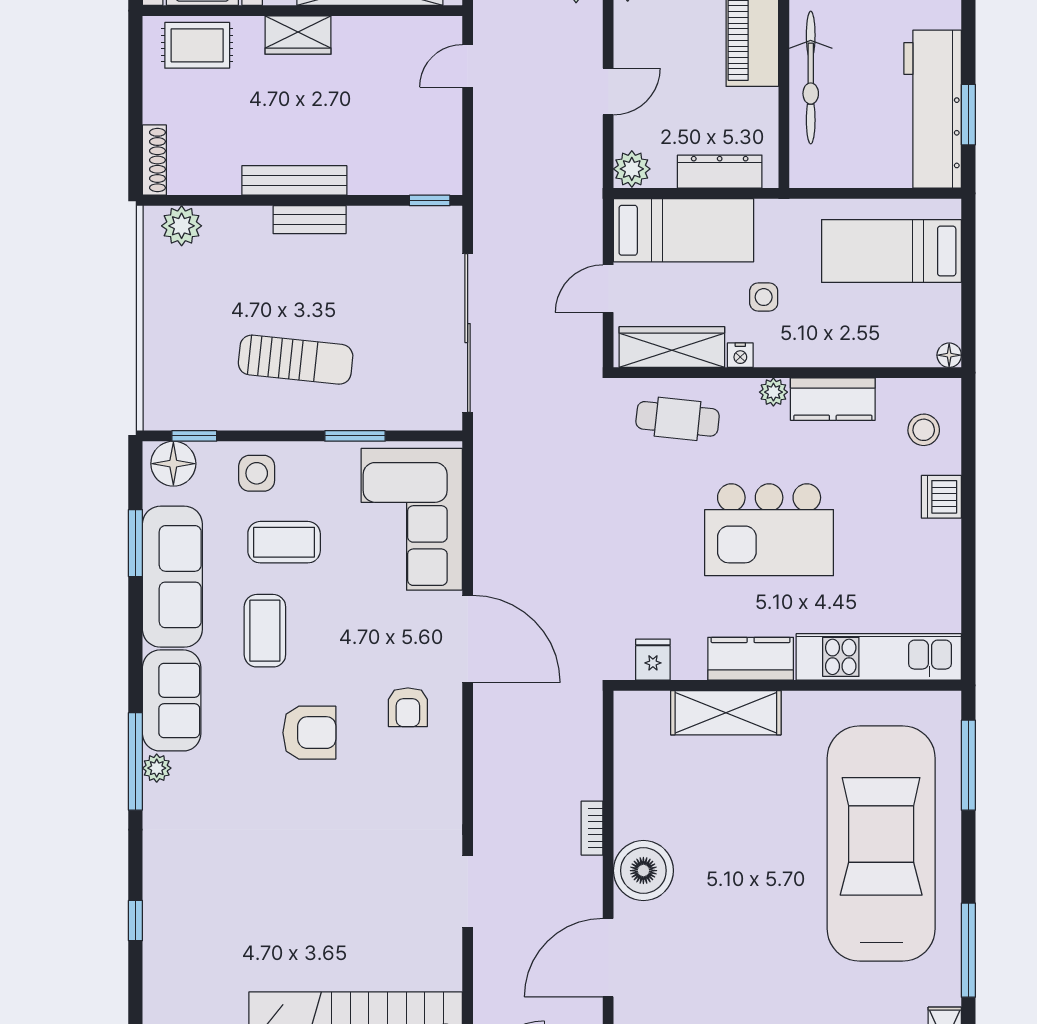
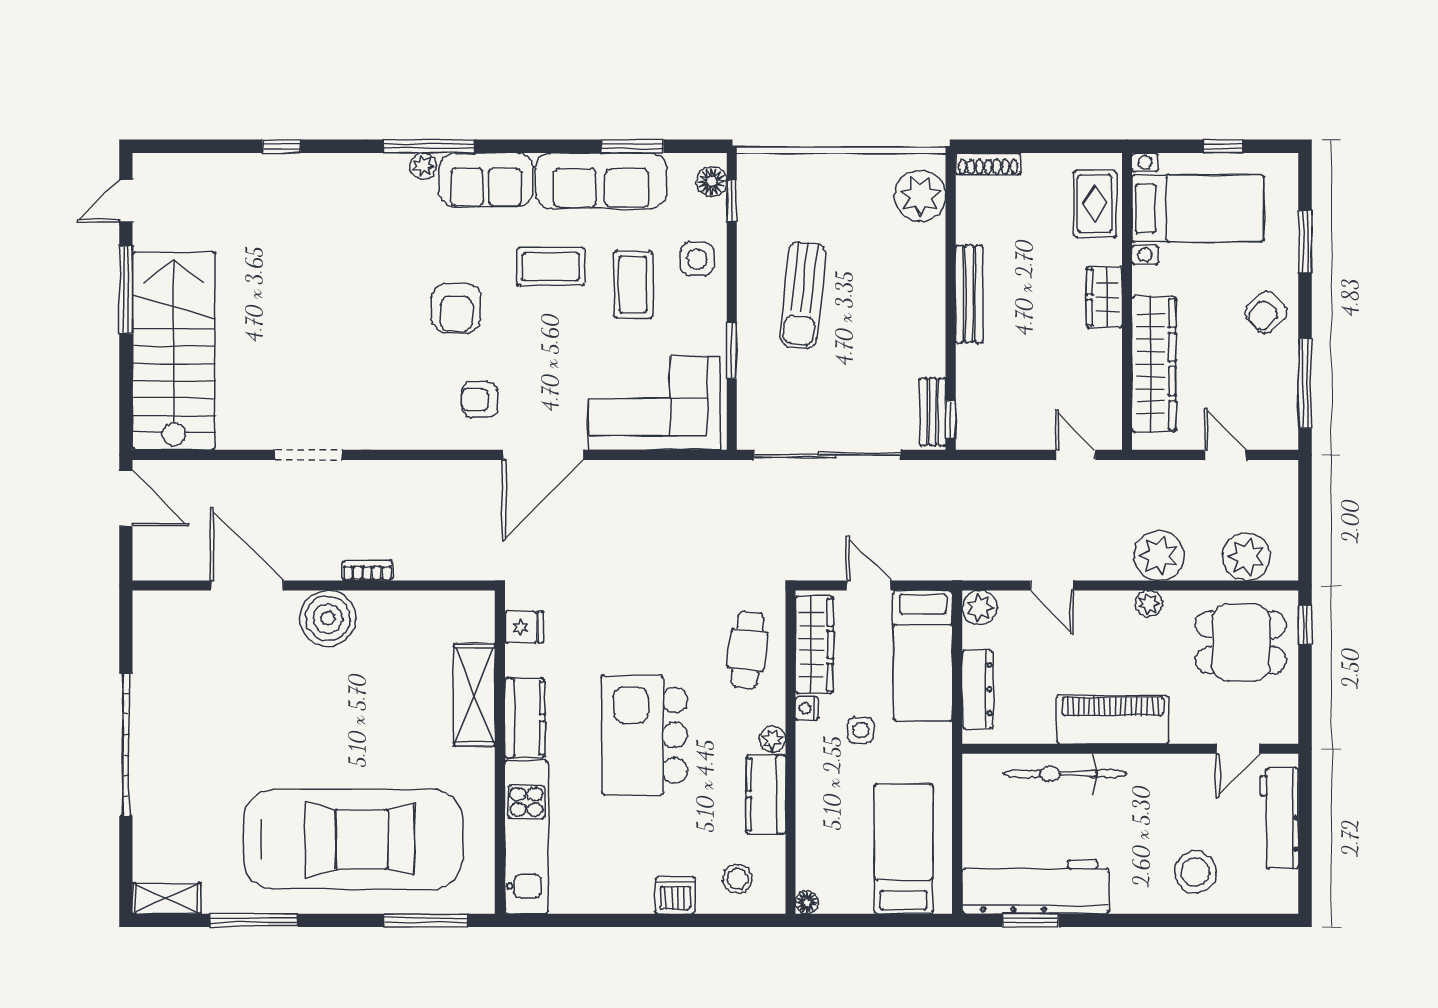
bench: (310, 220) -> (933, 412), moved
plant: (182, 226) -> (920, 196), width x1.36, depth x1.36
floor lamp: (173, 464) -> (712, 181), width x0.73, depth x0.73

